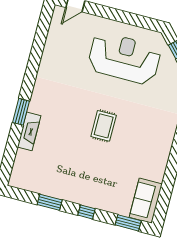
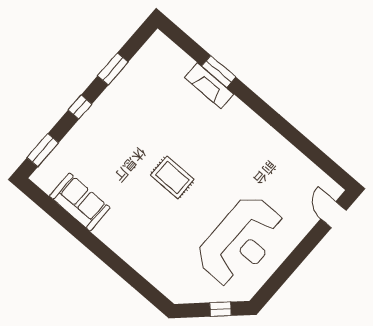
window: (21, 112) -> (219, 71), moved
sofa: (146, 201) -> (80, 202), moved

